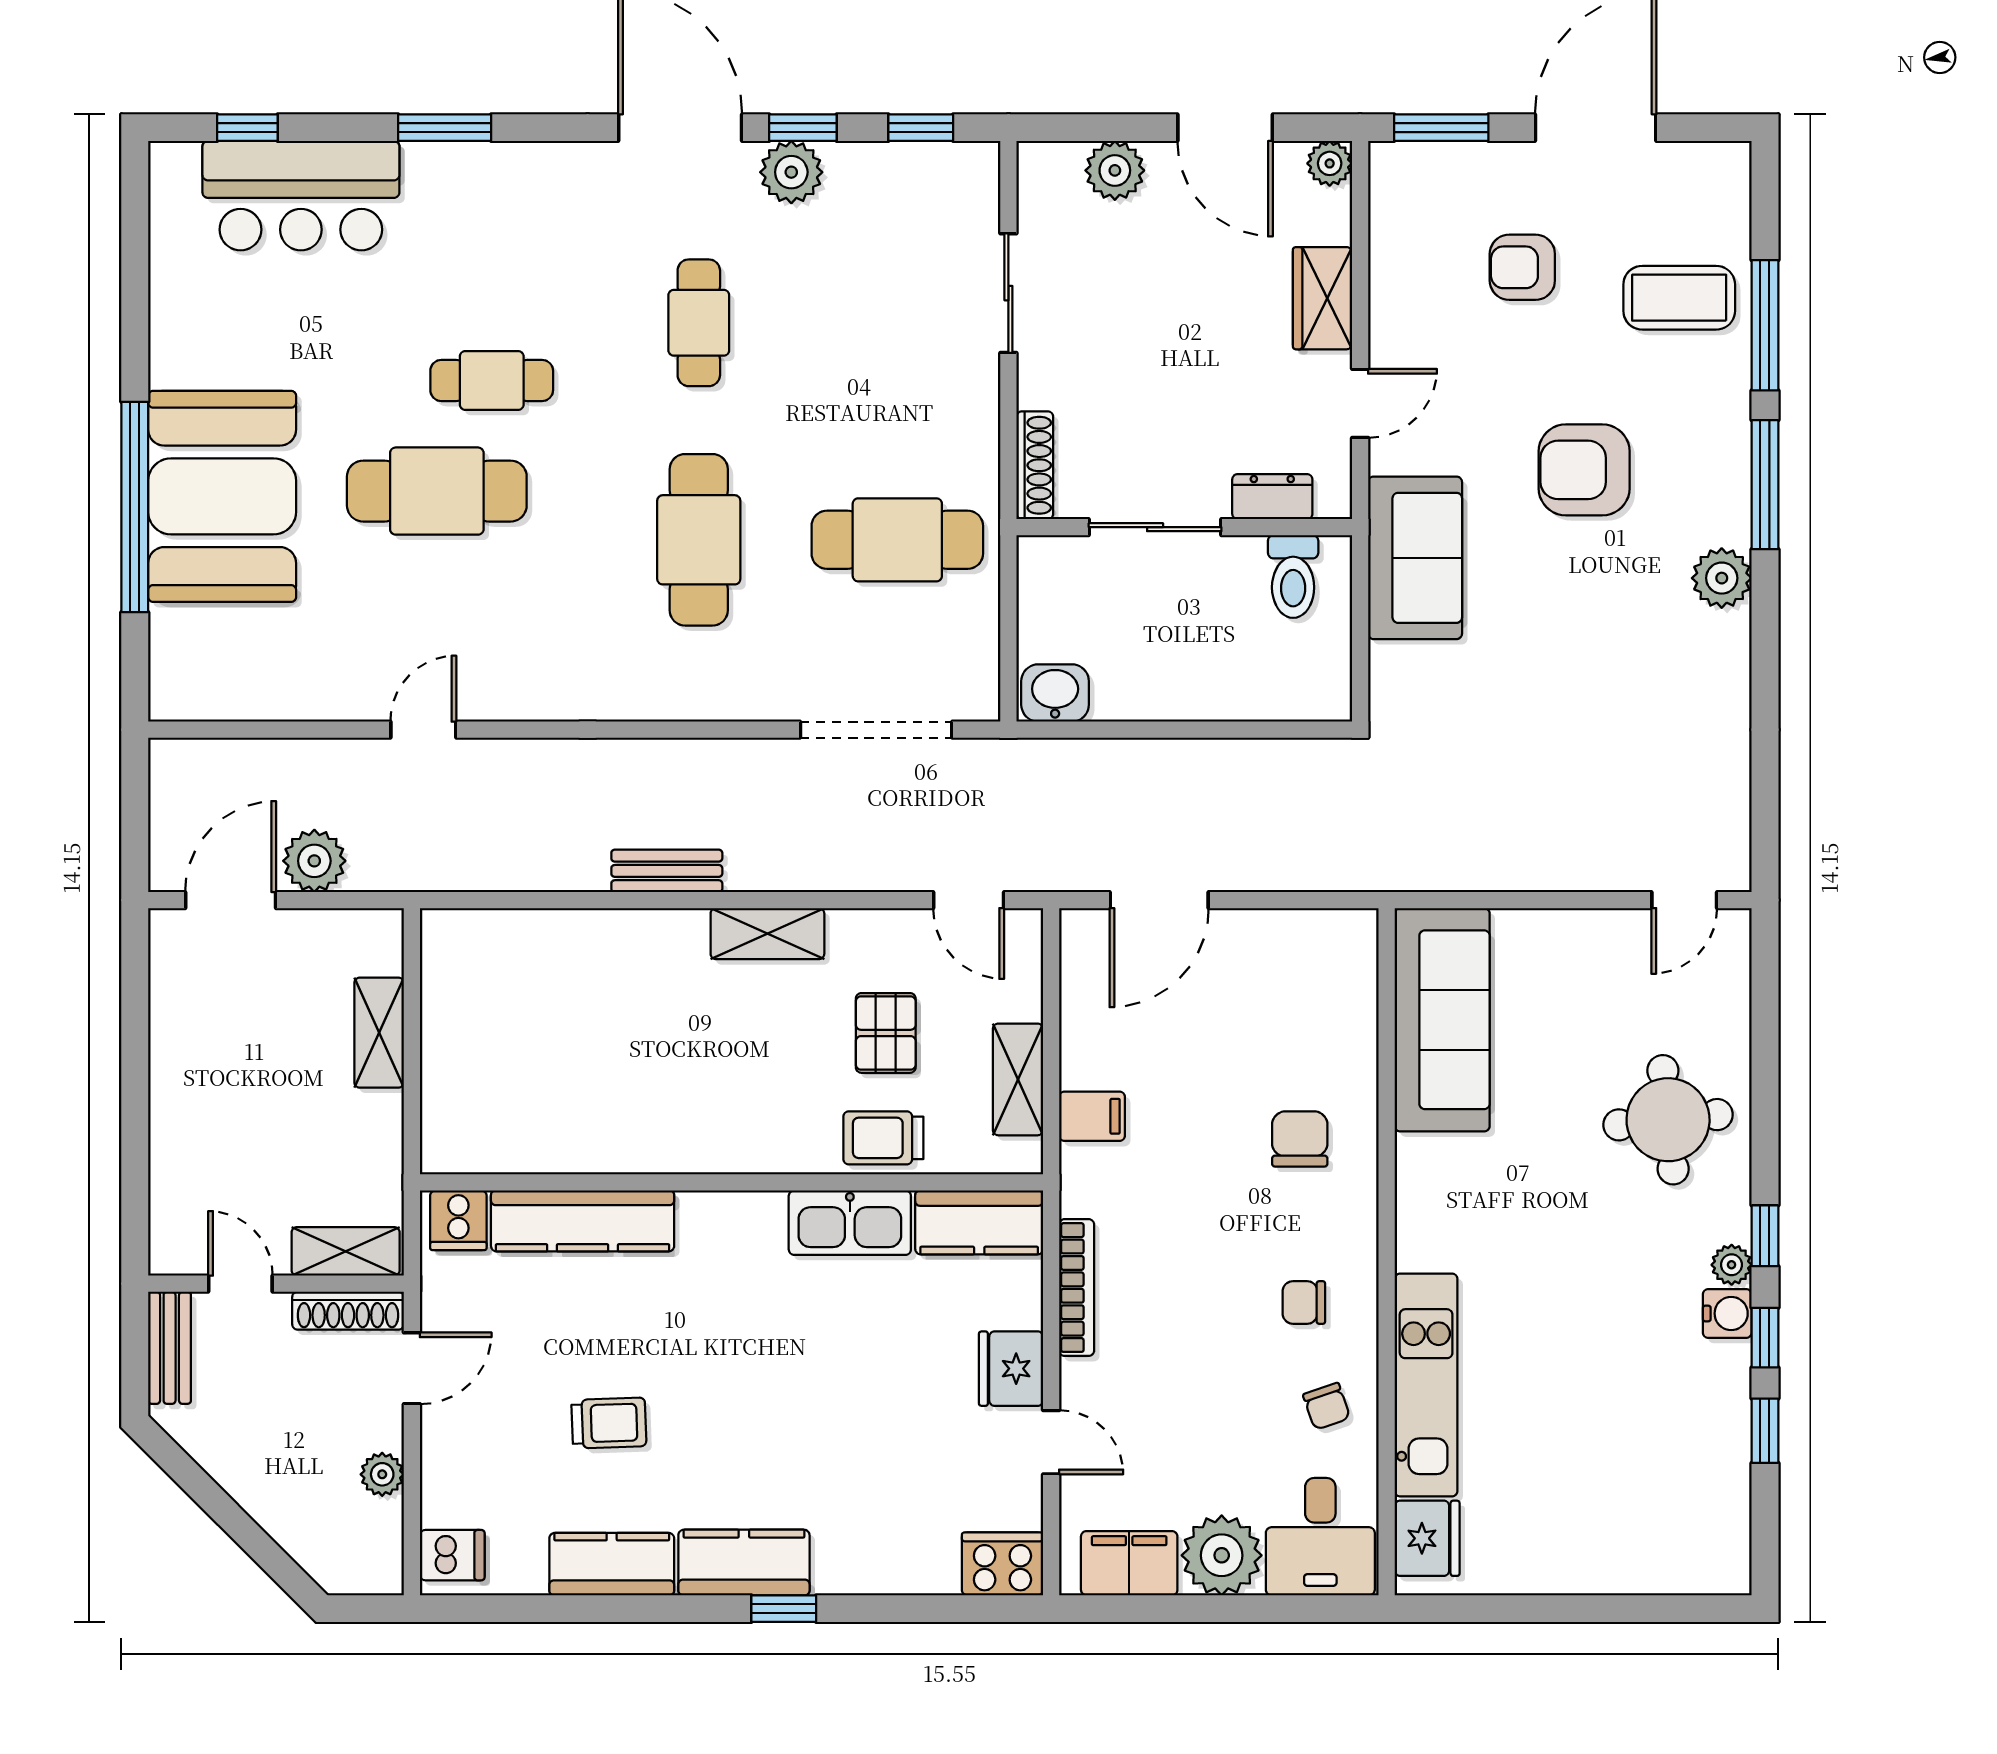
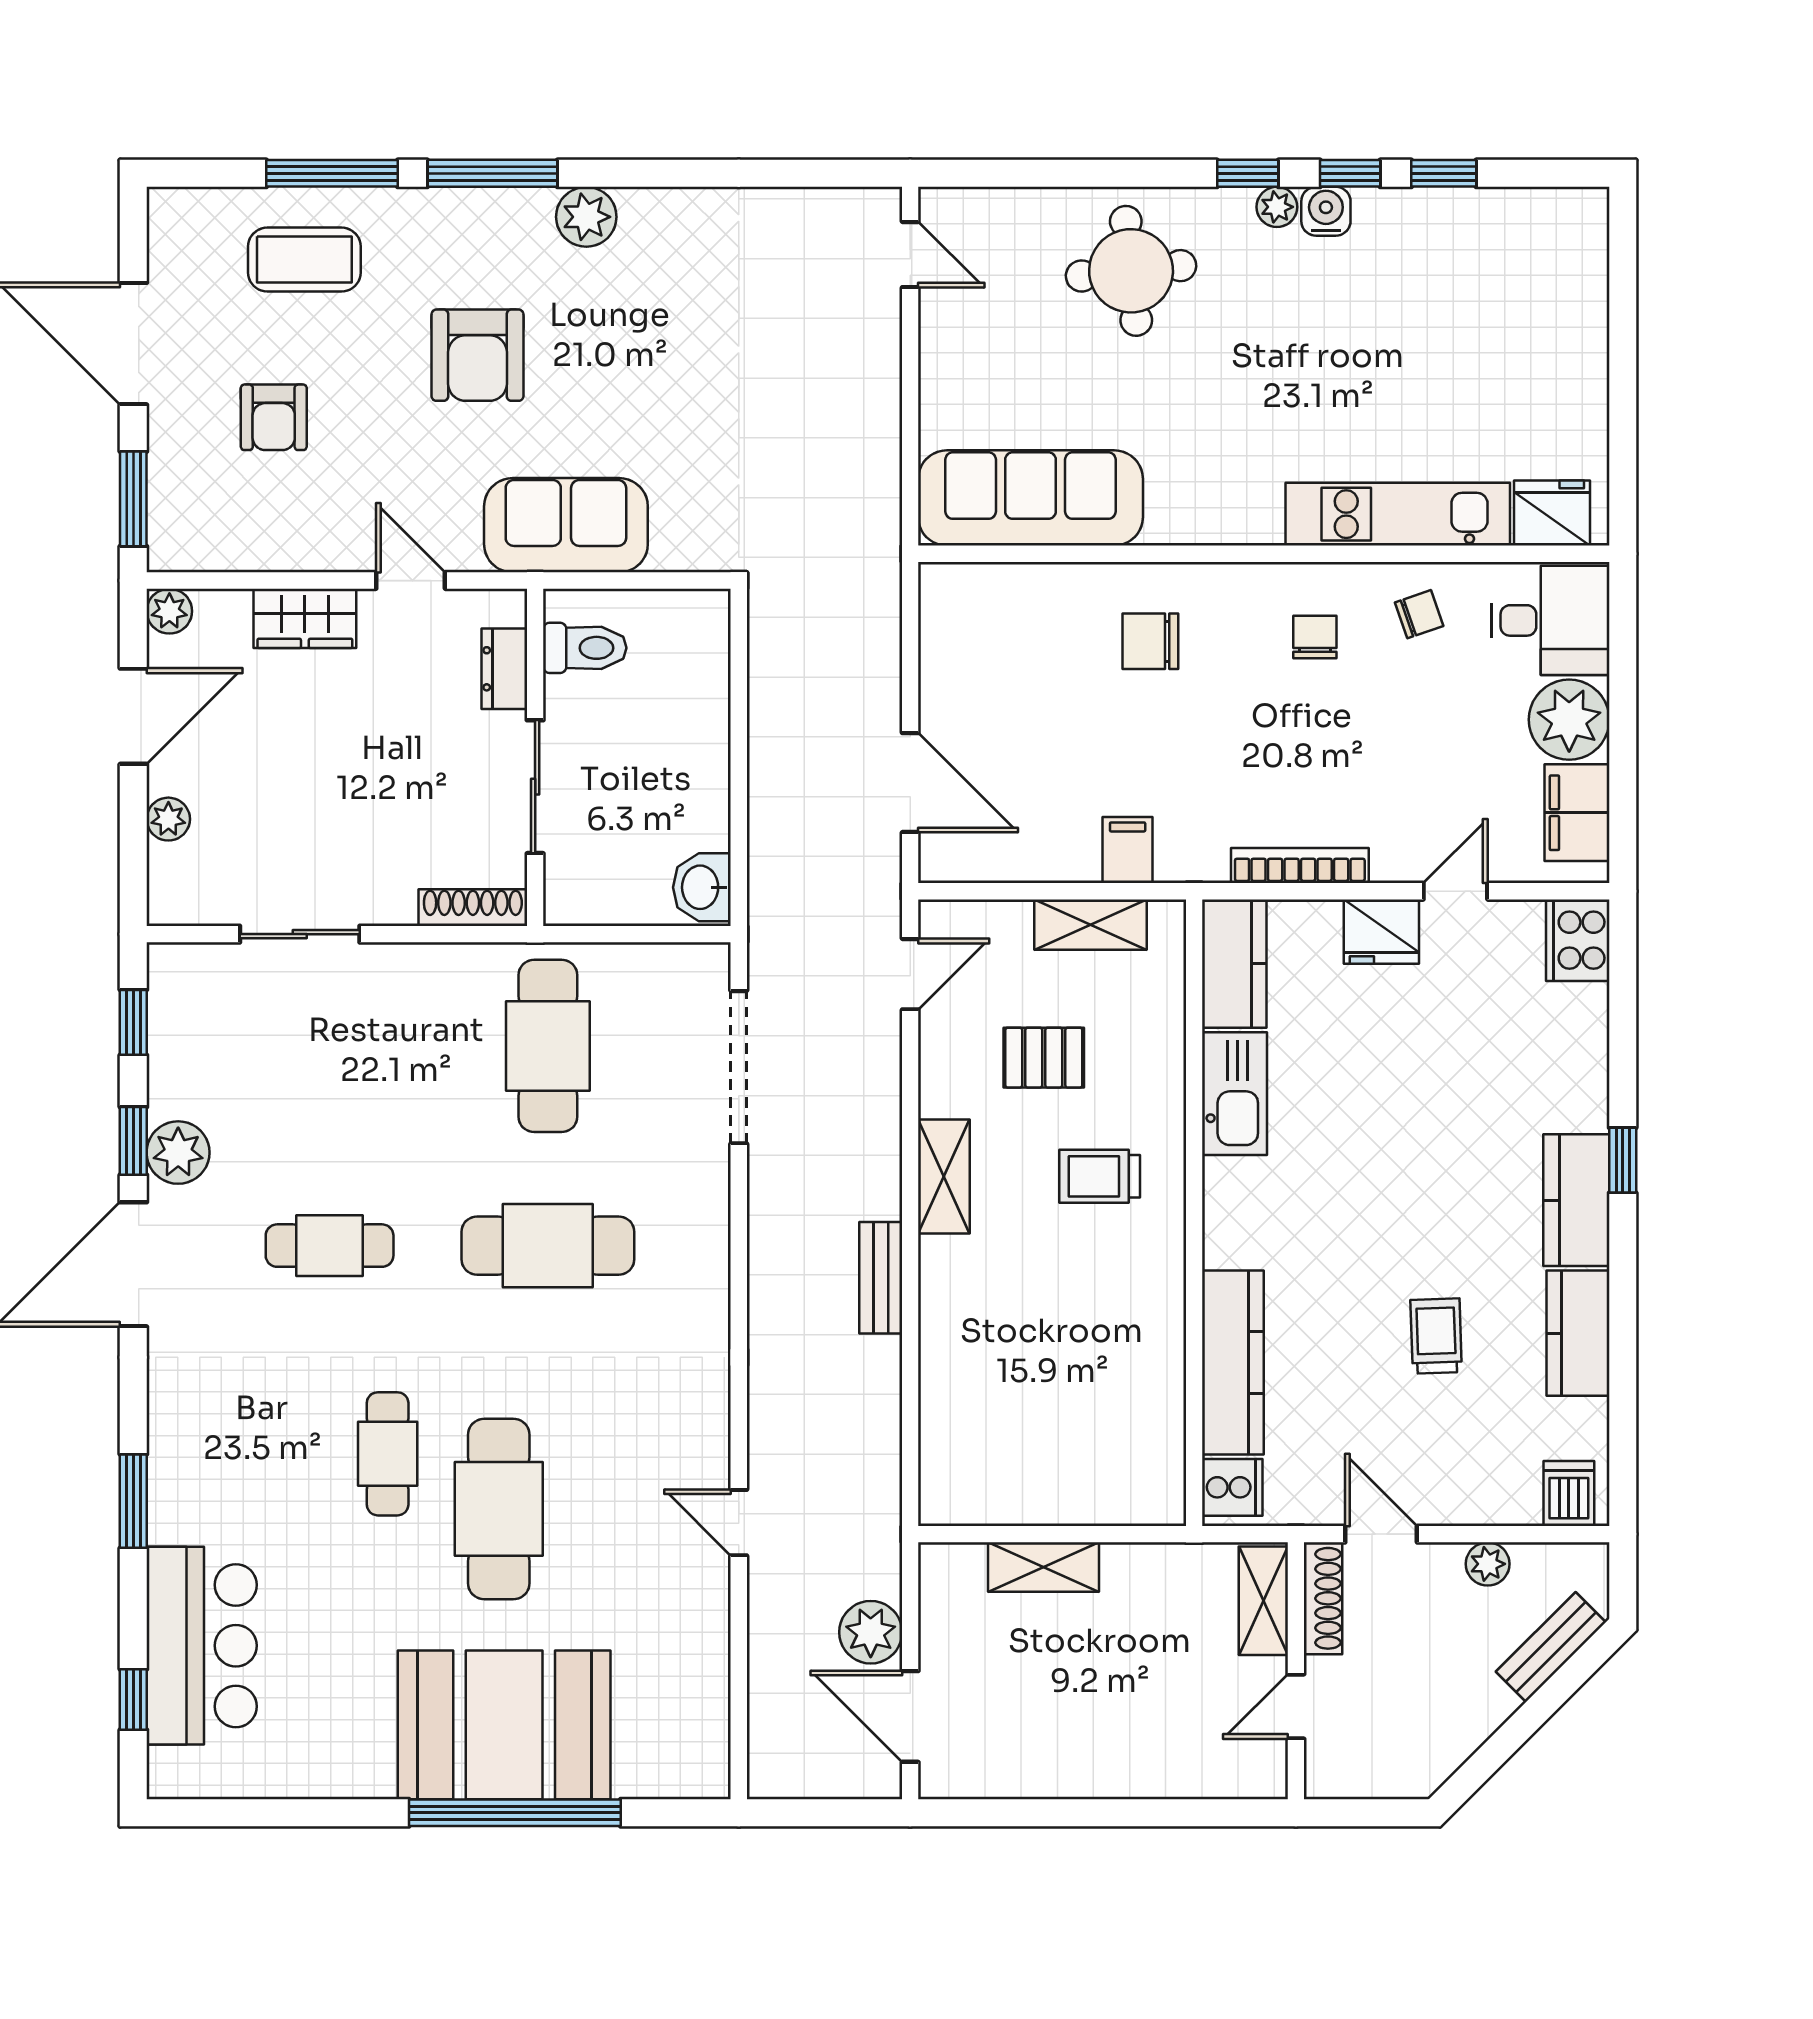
plant: (1115, 170) -> (168, 819), width x0.73, depth x0.73
coffee table: (1679, 298) -> (304, 260), turned 90
trolley: (883, 1138) -> (1100, 1176), moved, turned 90
chair: (1304, 1302) -> (1315, 637), turned 180
bench: (170, 1348) -> (1551, 1647), moved, turned -45

